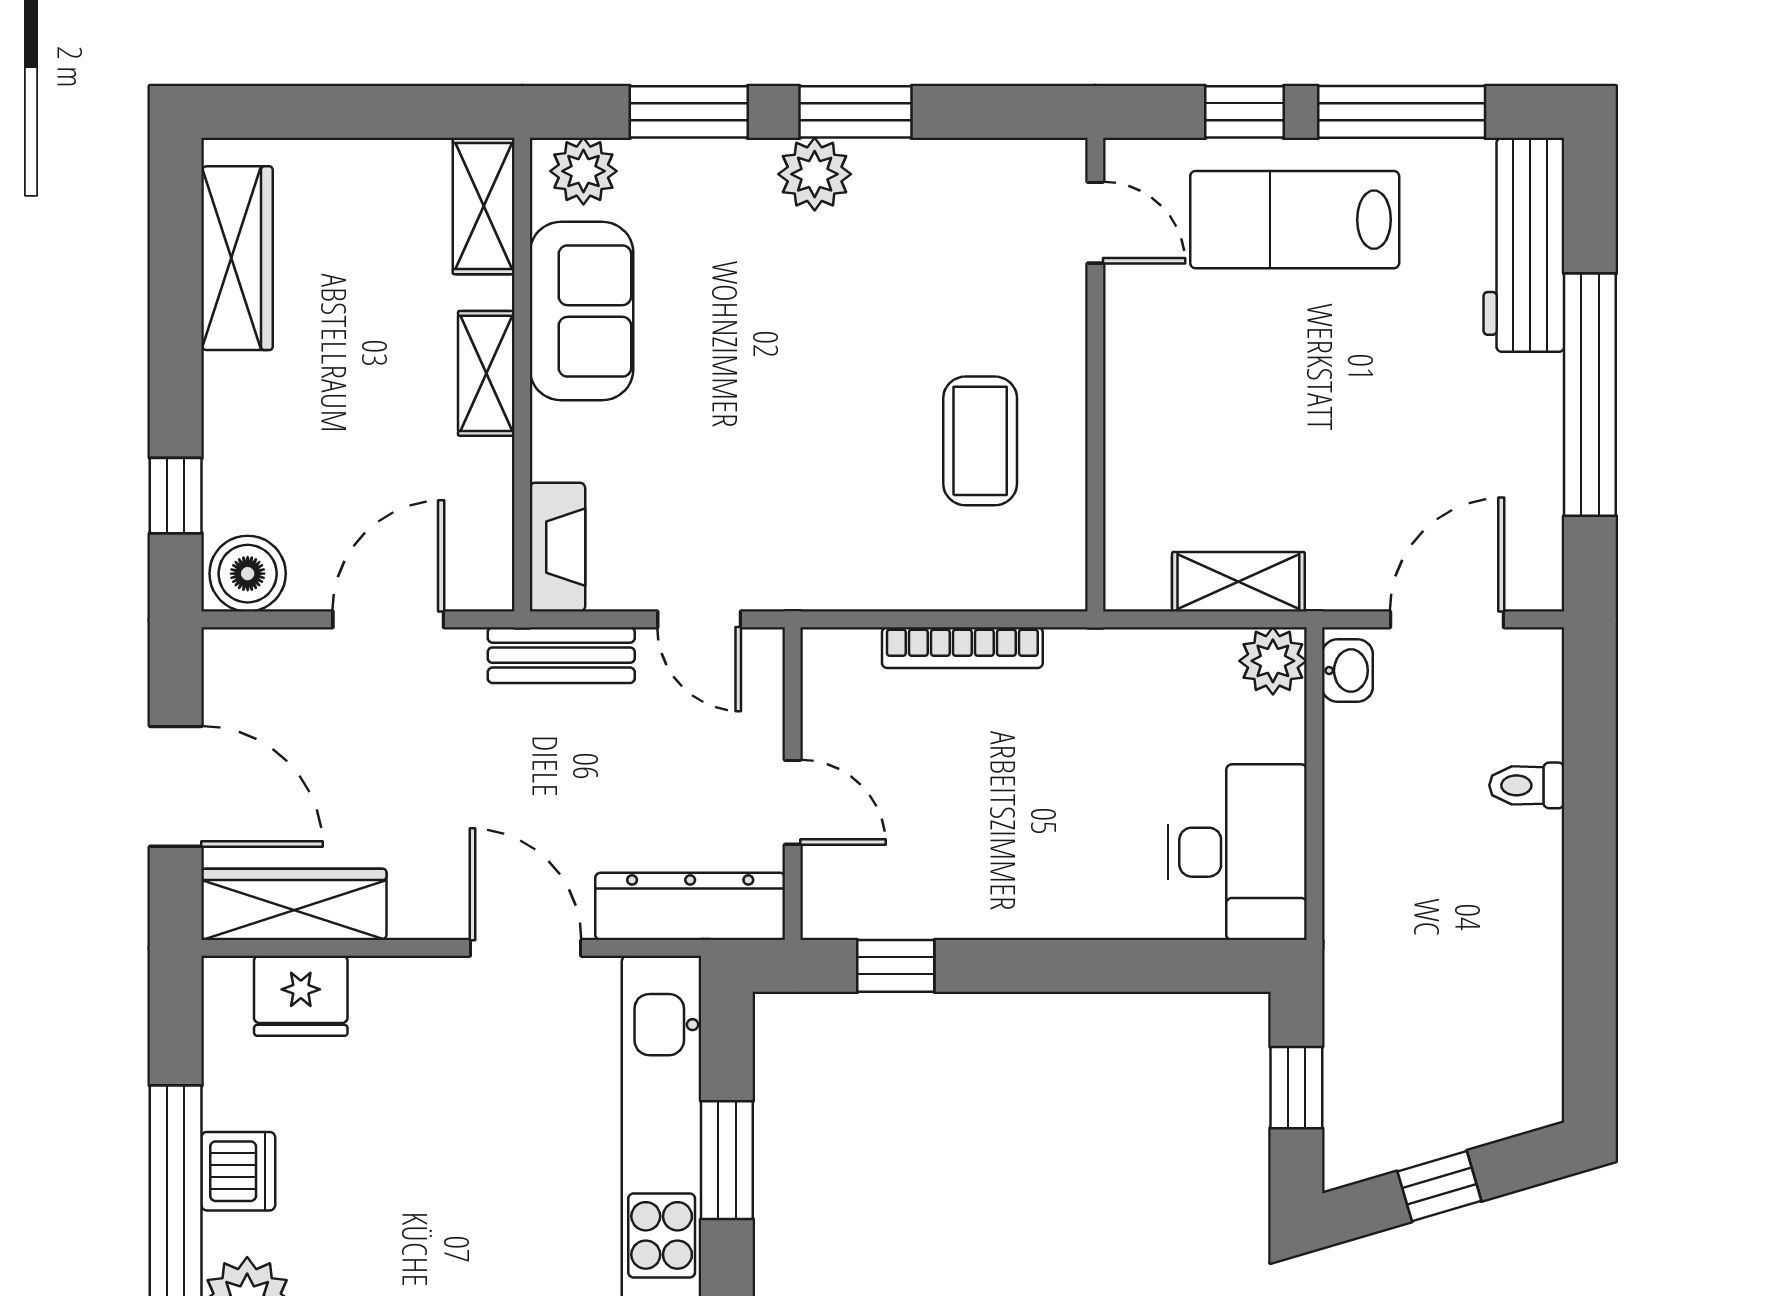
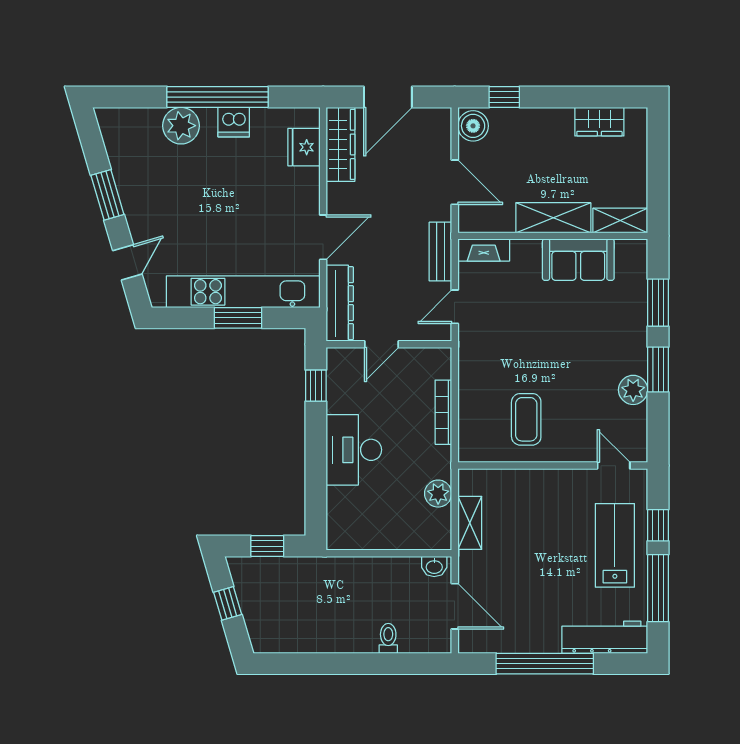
plant: (583, 171) -> (634, 260), removed
plant: (815, 174) -> (633, 390), moved
door: (1095, 223) -> (614, 466), swing flipped
wardrobe: (237, 258) -> (599, 122), width x0.67
shelving: (486, 373) -> (553, 218), width x1.50, depth x1.33
coffee table: (980, 441) -> (526, 419), turned 90
plant: (1273, 661) -> (438, 494), moved
desk: (1238, 852) -> (354, 450), moved, turned 90

